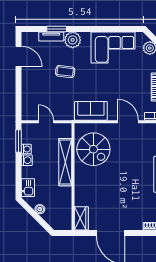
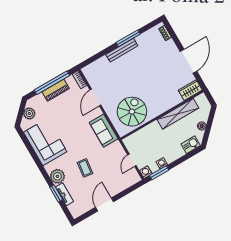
door: (18, 56) -> (105, 205), moved
washing machine: (27, 160) -> (146, 172), moved
shelving: (65, 162) -> (178, 114), moved

